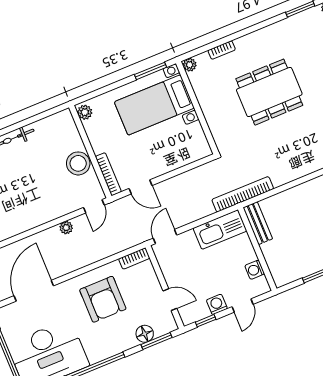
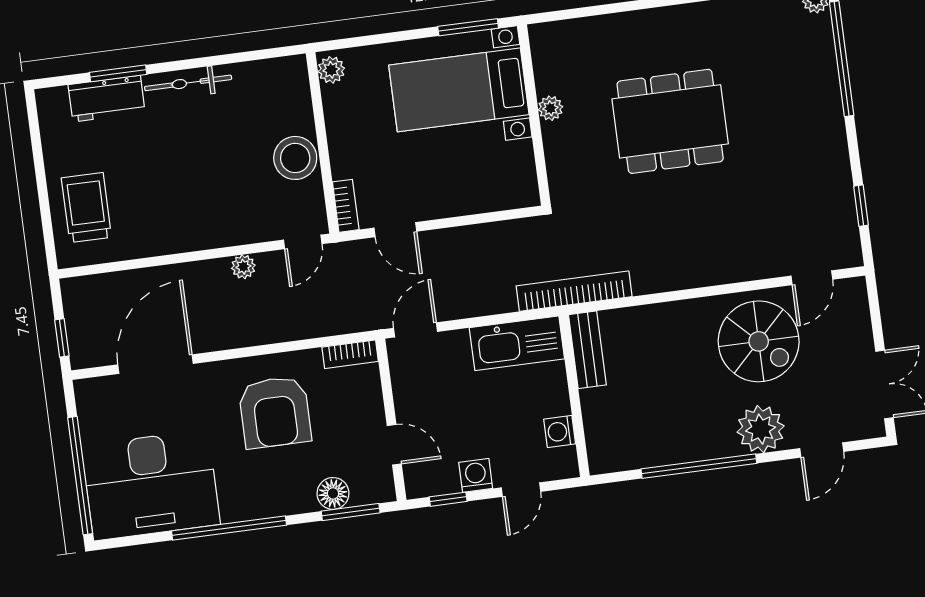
bookcase: (222, 50) -> (605, 24), removed
plant: (190, 65) -> (550, 108), moved
bookcase: (108, 174) -> (346, 206), width x0.64

